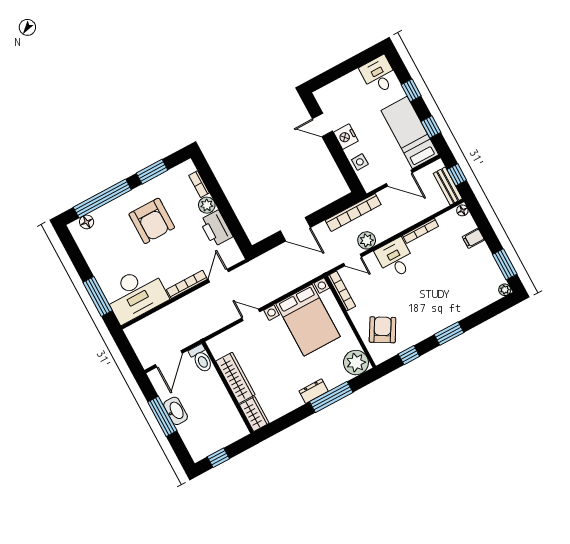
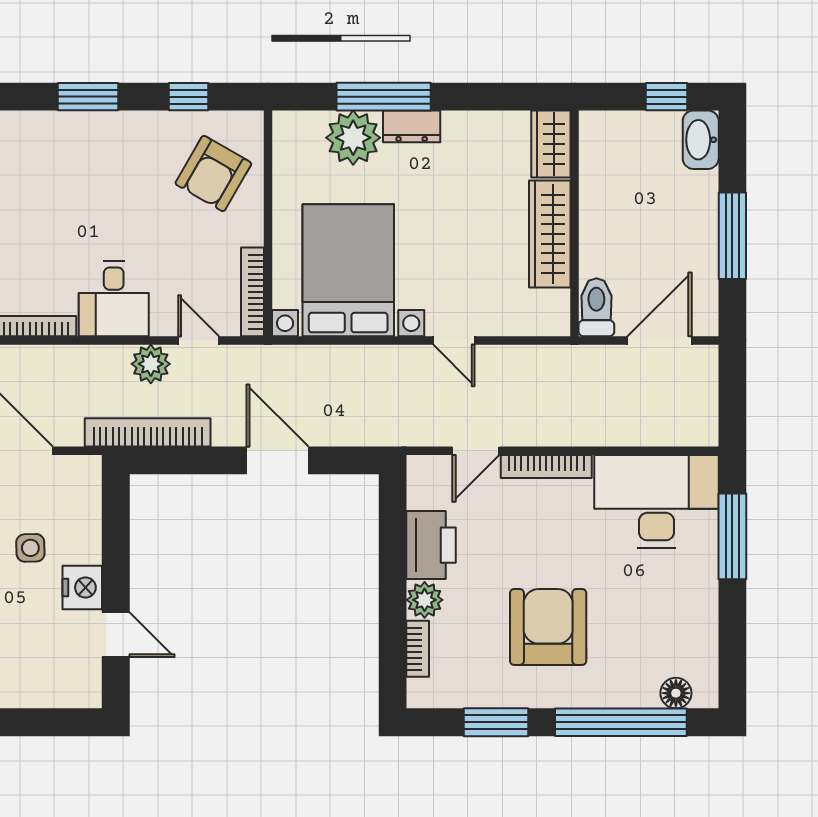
side table: (360, 162) -> (30, 548), moved
plant: (356, 363) -> (353, 138), moved
washbasin: (176, 411) -> (701, 140), moved

